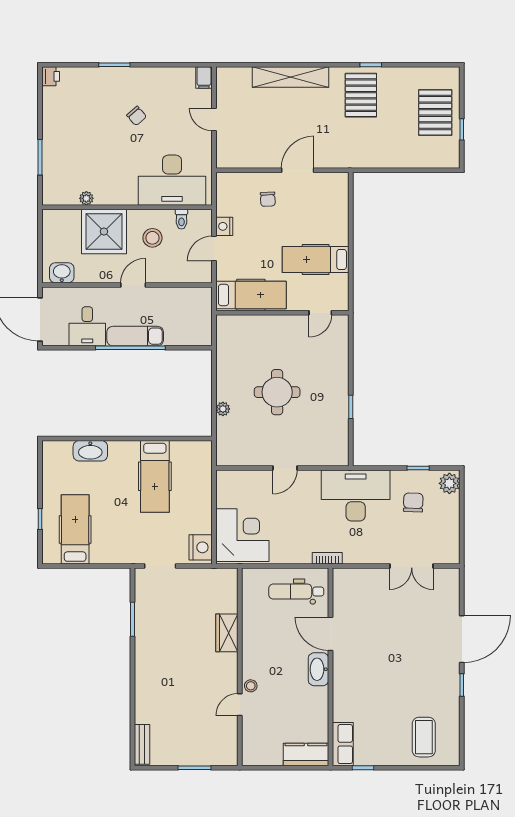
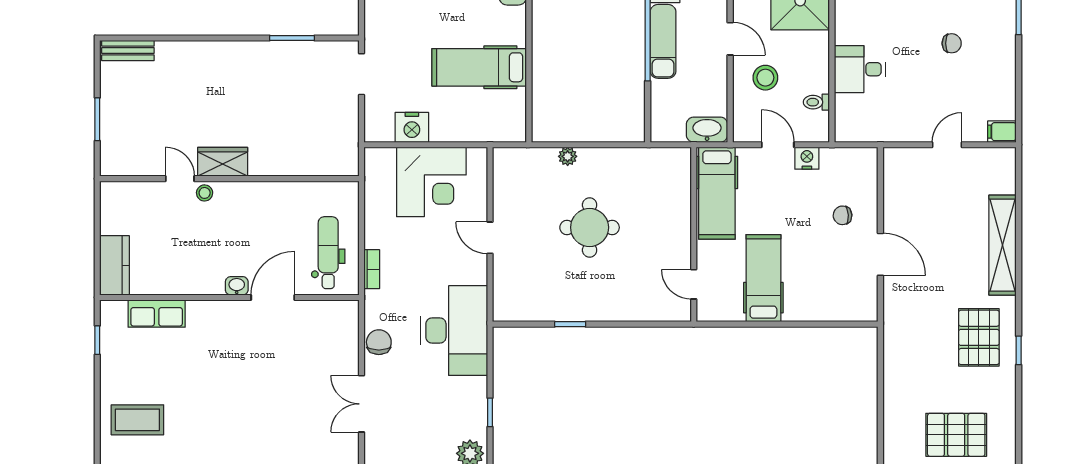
pallet: (361, 95) -> (979, 337), turned 90
chair: (137, 116) -> (952, 43), turned -139
desk: (172, 180) -> (860, 69), width x0.53, depth x0.77
stool: (152, 238) -> (765, 78), moved
washbasin: (202, 303) -> (707, 130), added
chair: (413, 502) -> (379, 342), moved, turned -92
corner desk: (242, 535) -> (431, 182), moved
nightstand: (201, 547) -> (412, 127), moved
bookcase: (327, 558) -> (372, 269), moved
wardrobe: (227, 633) -> (223, 162), moved
washbasin: (318, 669) -> (237, 286), width x0.52, depth x0.69
row of seats: (343, 744) -> (157, 314), moved

